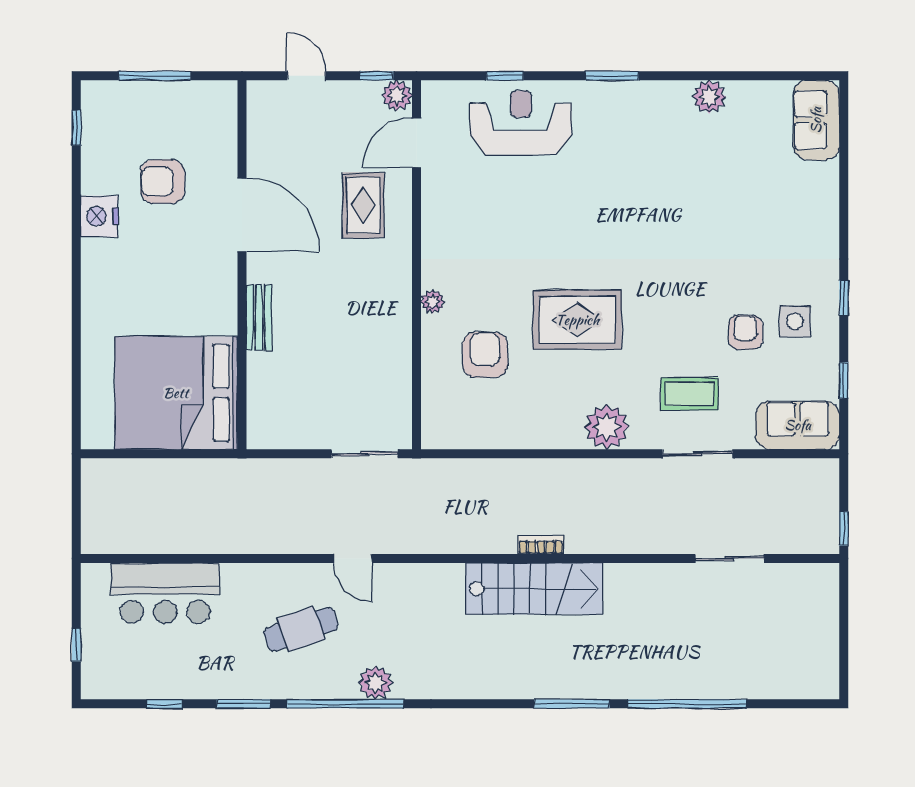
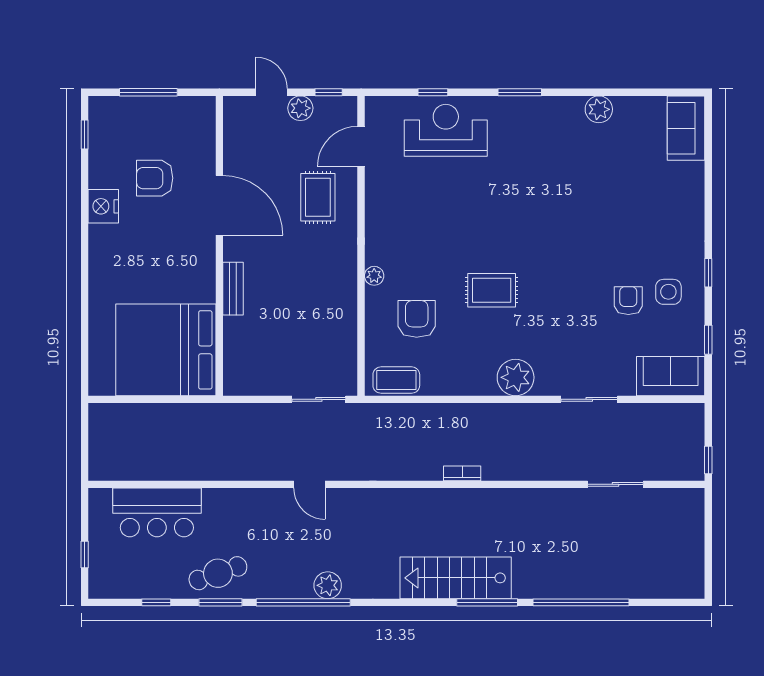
plant: (397, 95) -> (300, 108), moved
rug: (577, 320) -> (492, 290), width x0.73, depth x0.70
coffee table: (690, 394) -> (396, 380), moved
stairs: (534, 589) -> (456, 578), moved, turned 180
cafe table: (301, 629) -> (218, 573), moved

